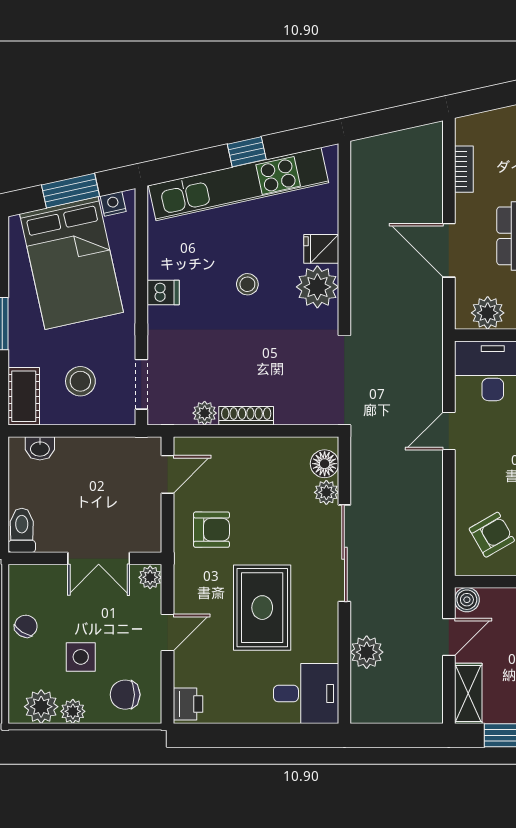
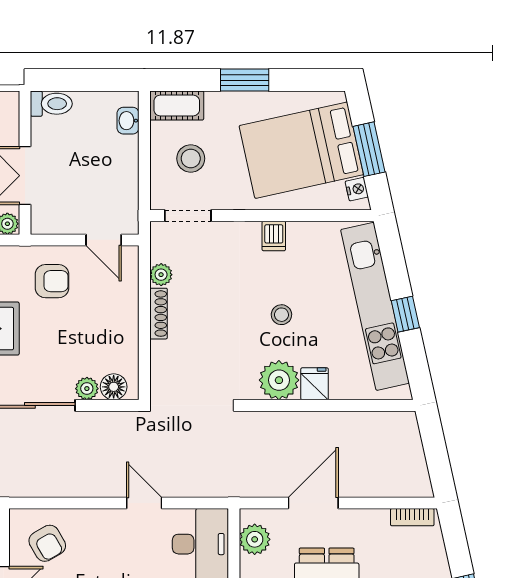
bookcase: (464, 169) -> (412, 517), moved
armchair: (212, 530) -> (52, 281), turned -90

